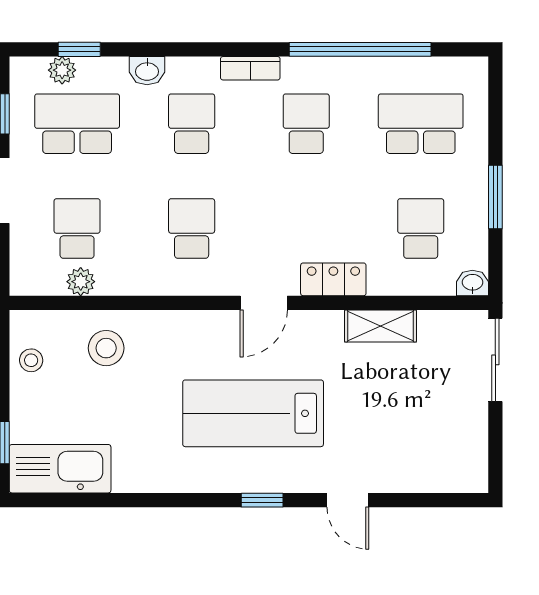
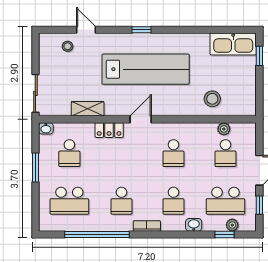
stool: (31, 360) -> (68, 46), moved
lab bench: (253, 413) -> (146, 69), width x1.36
door: (348, 500) -> (86, 30), moved

